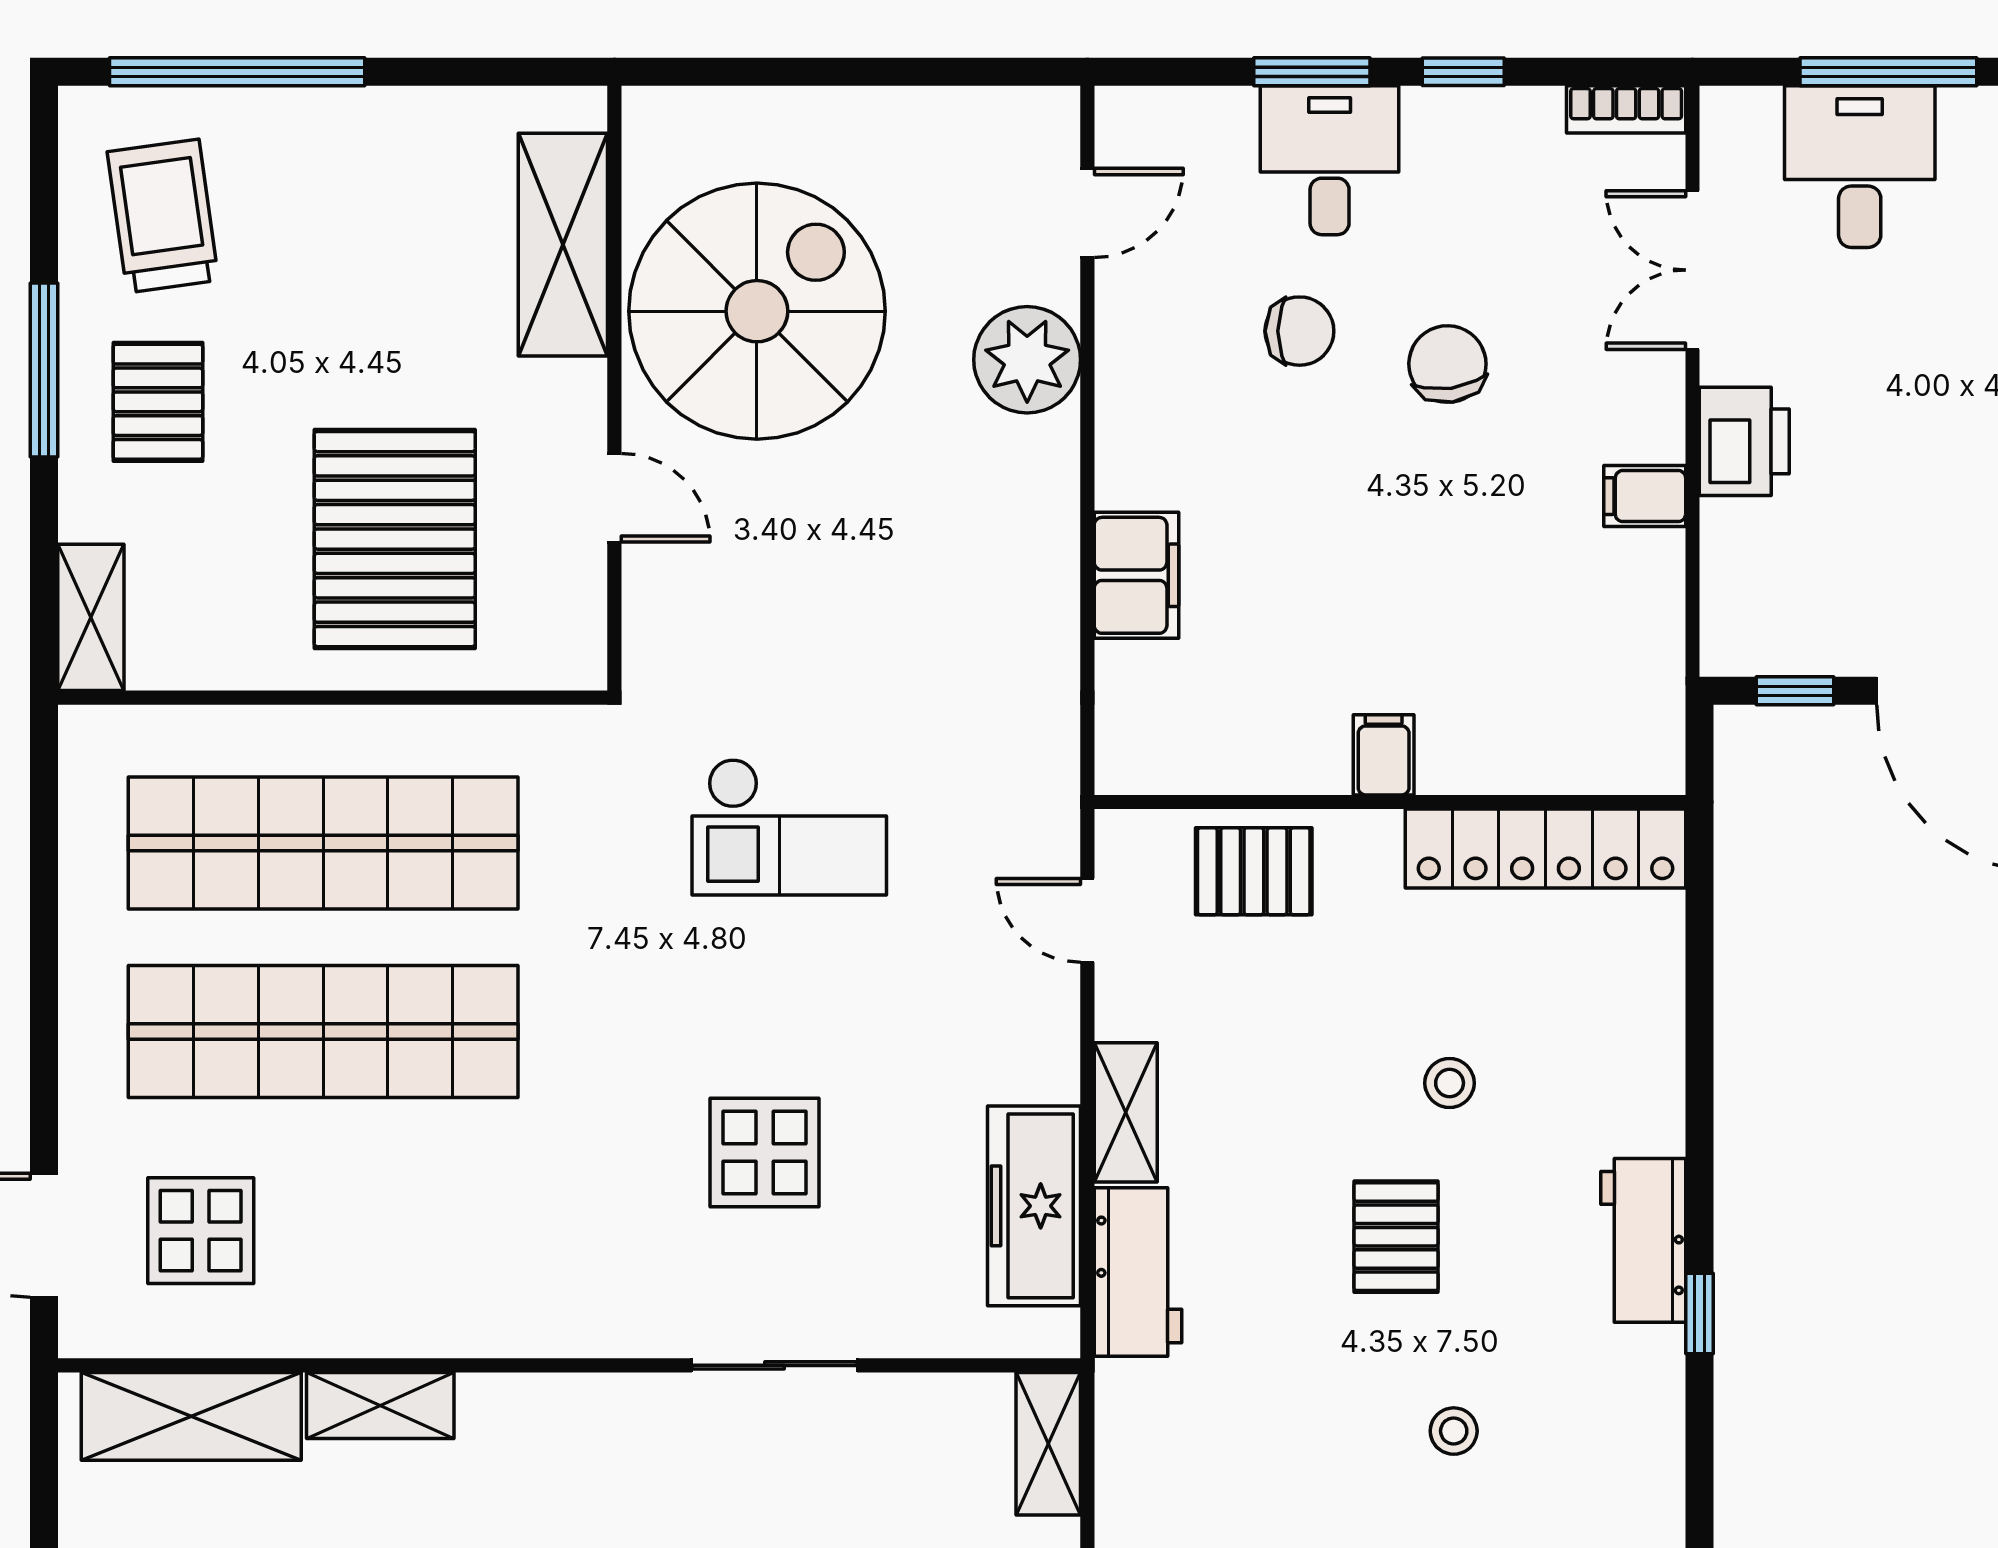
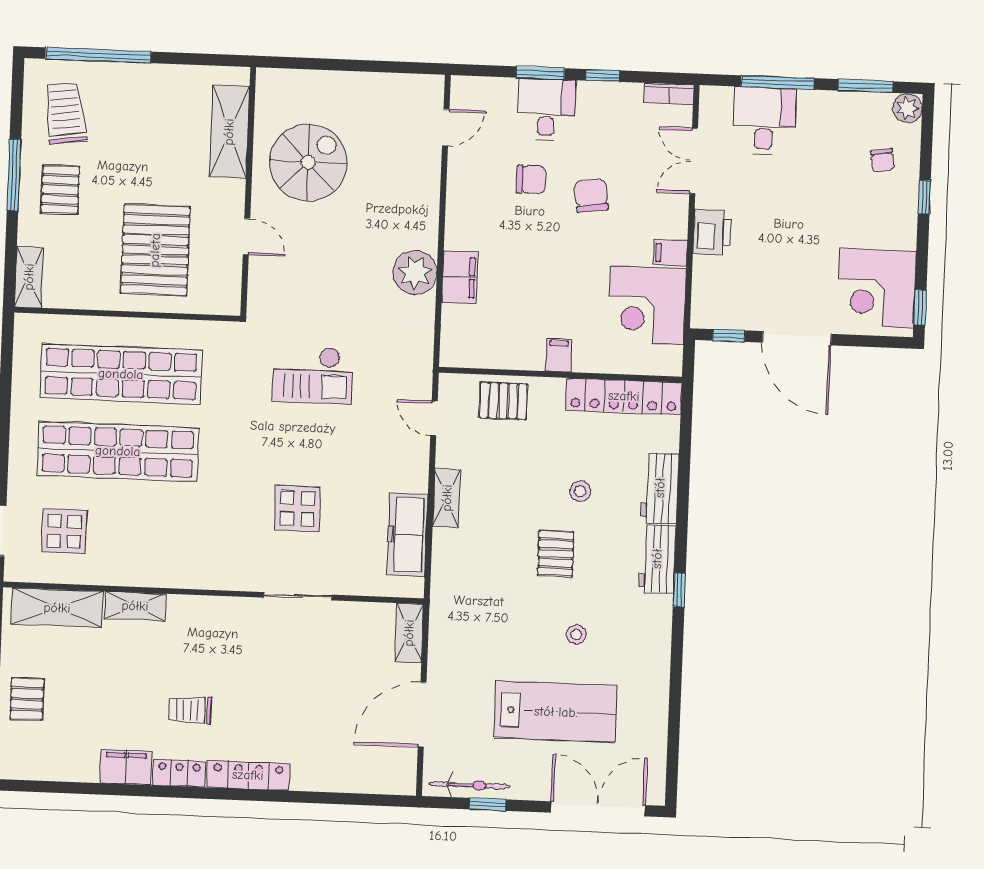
spiral stairs: (757, 311) -> (308, 162), width x0.73, depth x0.73
plant: (1027, 360) -> (415, 273), moved
corner desk: (1593, 625) -> (647, 305), added
workbench: (1138, 1272) -> (660, 488), moved, turned 180

